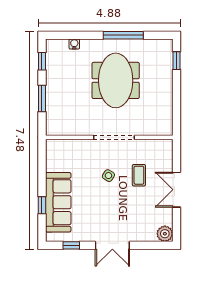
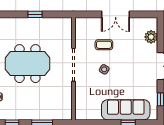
window: (177, 61) -> (35, 14), moved
plant: (165, 234) -> (151, 37), moved

